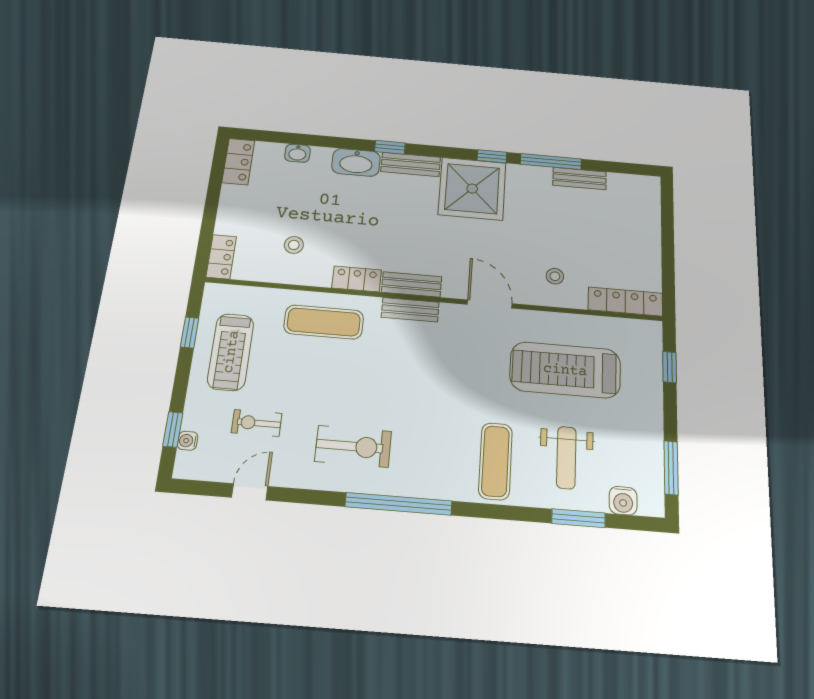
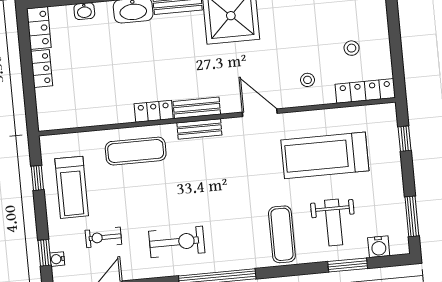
stool: (294, 245) -> (352, 48), moved
locker: (221, 257) -> (42, 69), moved

